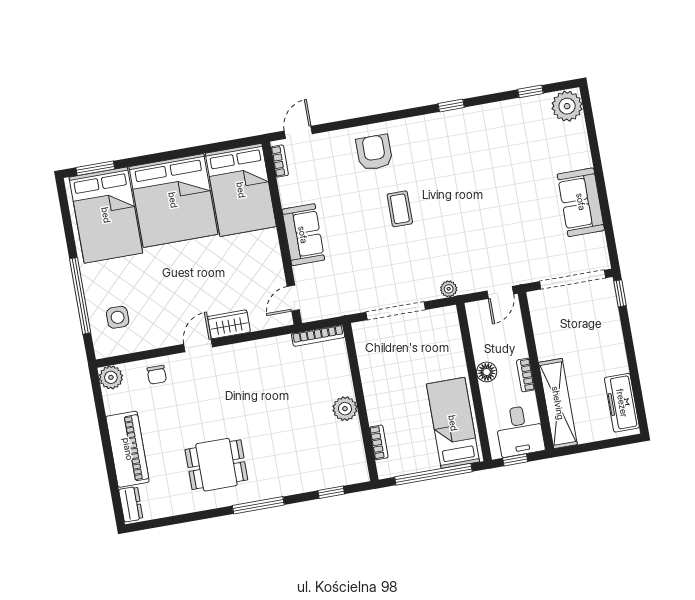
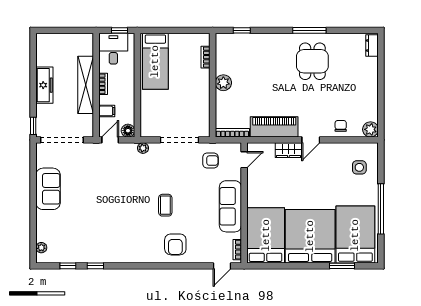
window: (451, 105) -> (95, 266), moved
plant: (567, 106) -> (41, 248), width x0.53, depth x0.53
window: (95, 168) -> (342, 266), moved
sofa: (303, 235) -> (230, 206), width x1.36
armchair: (344, 288) -> (210, 161), added
window: (80, 296) -> (381, 209), moved
filing cabinet: (513, 335) -> (107, 111), added
floor lamp: (487, 372) -> (128, 131), moved
shelving: (558, 403) -> (86, 85), moved
freezer: (622, 403) -> (44, 85), moved
piano: (128, 449) -> (274, 127), moved, turned 90
dining table: (216, 465) -> (312, 61), turned 90
window: (433, 474) -> (174, 30), removed
window: (258, 505) -> (309, 30), moved

